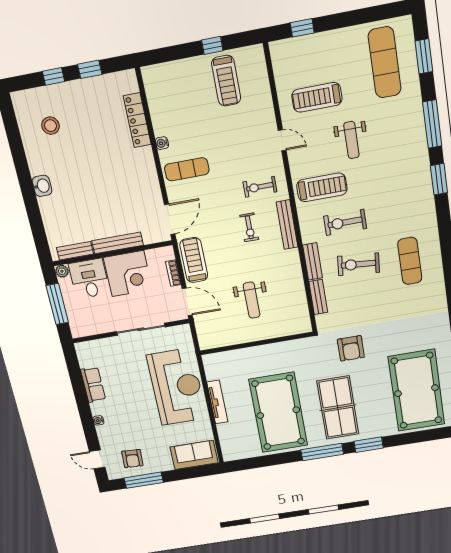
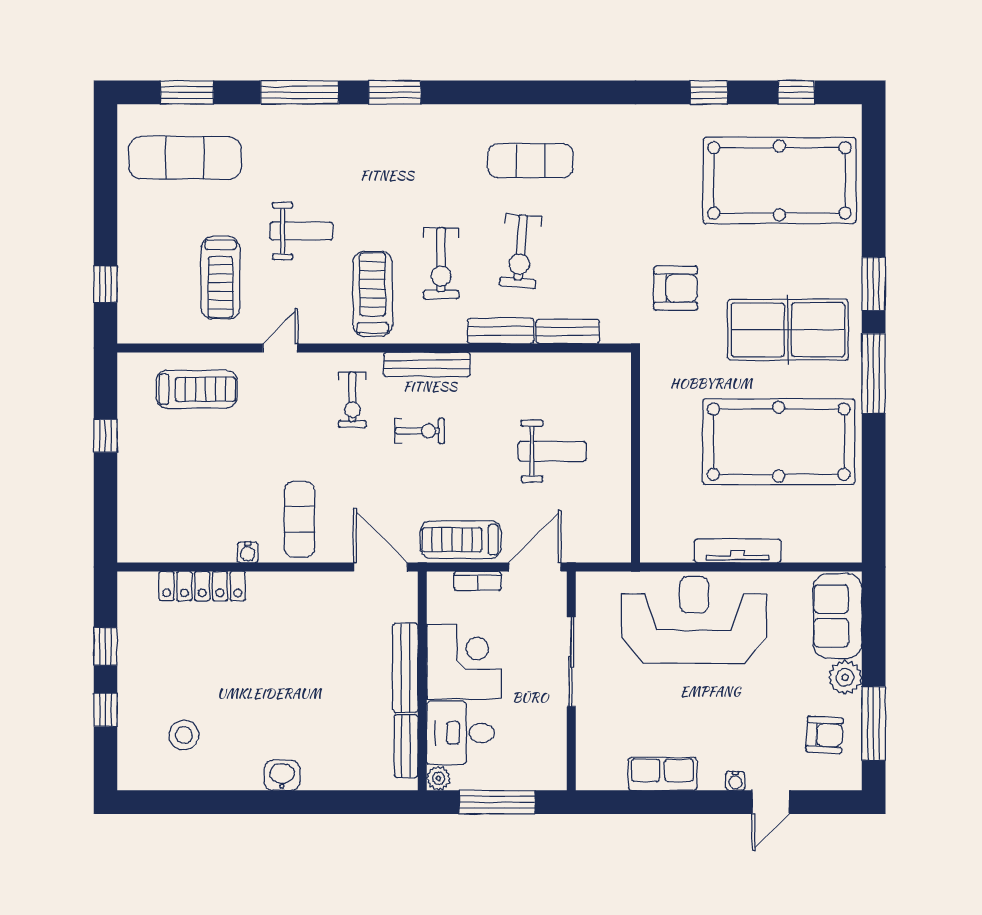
treadmill: (226, 81) -> (197, 389), moved
door: (97, 459) -> (771, 802), moved
plant: (164, 463) -> (845, 677), added

